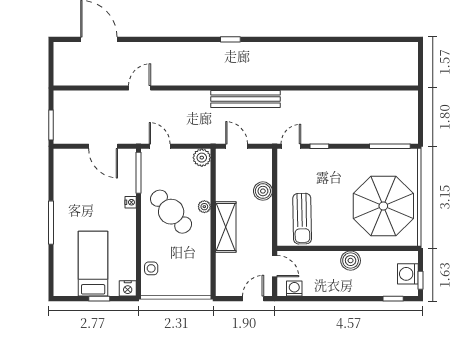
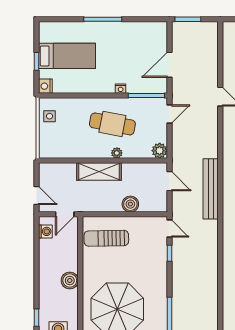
door: (237, 146) -> (169, 181), hinge flipped
cafe table: (171, 212) -> (112, 124), turned 53
side table: (151, 268) -> (50, 116), moved

